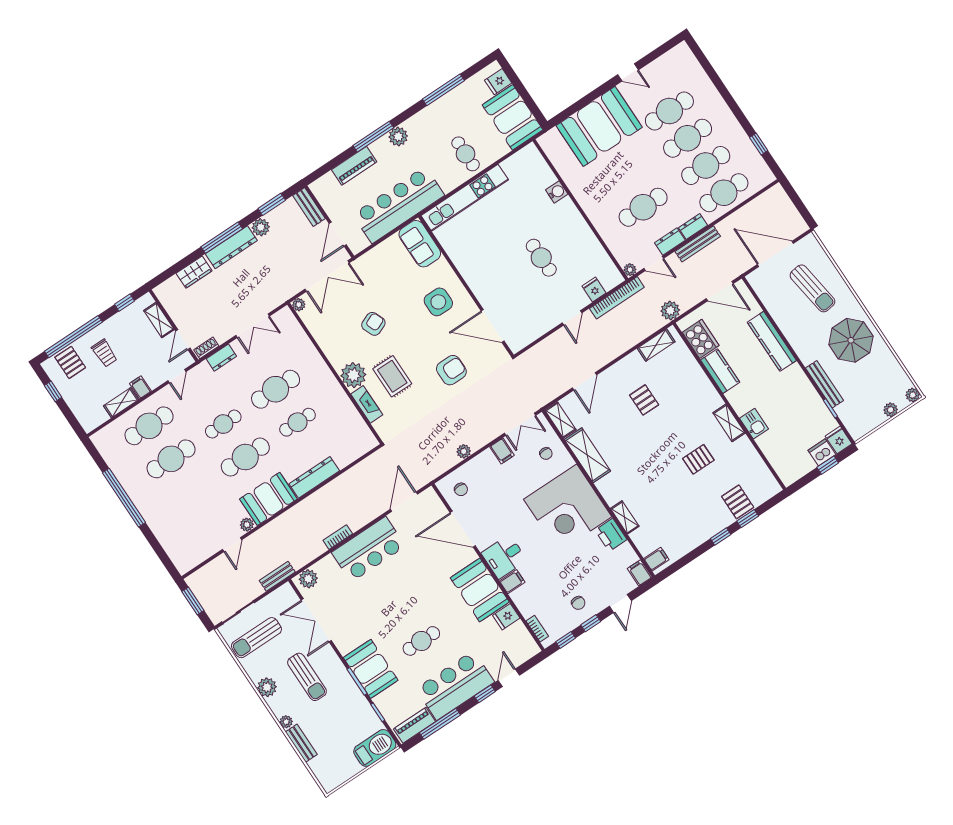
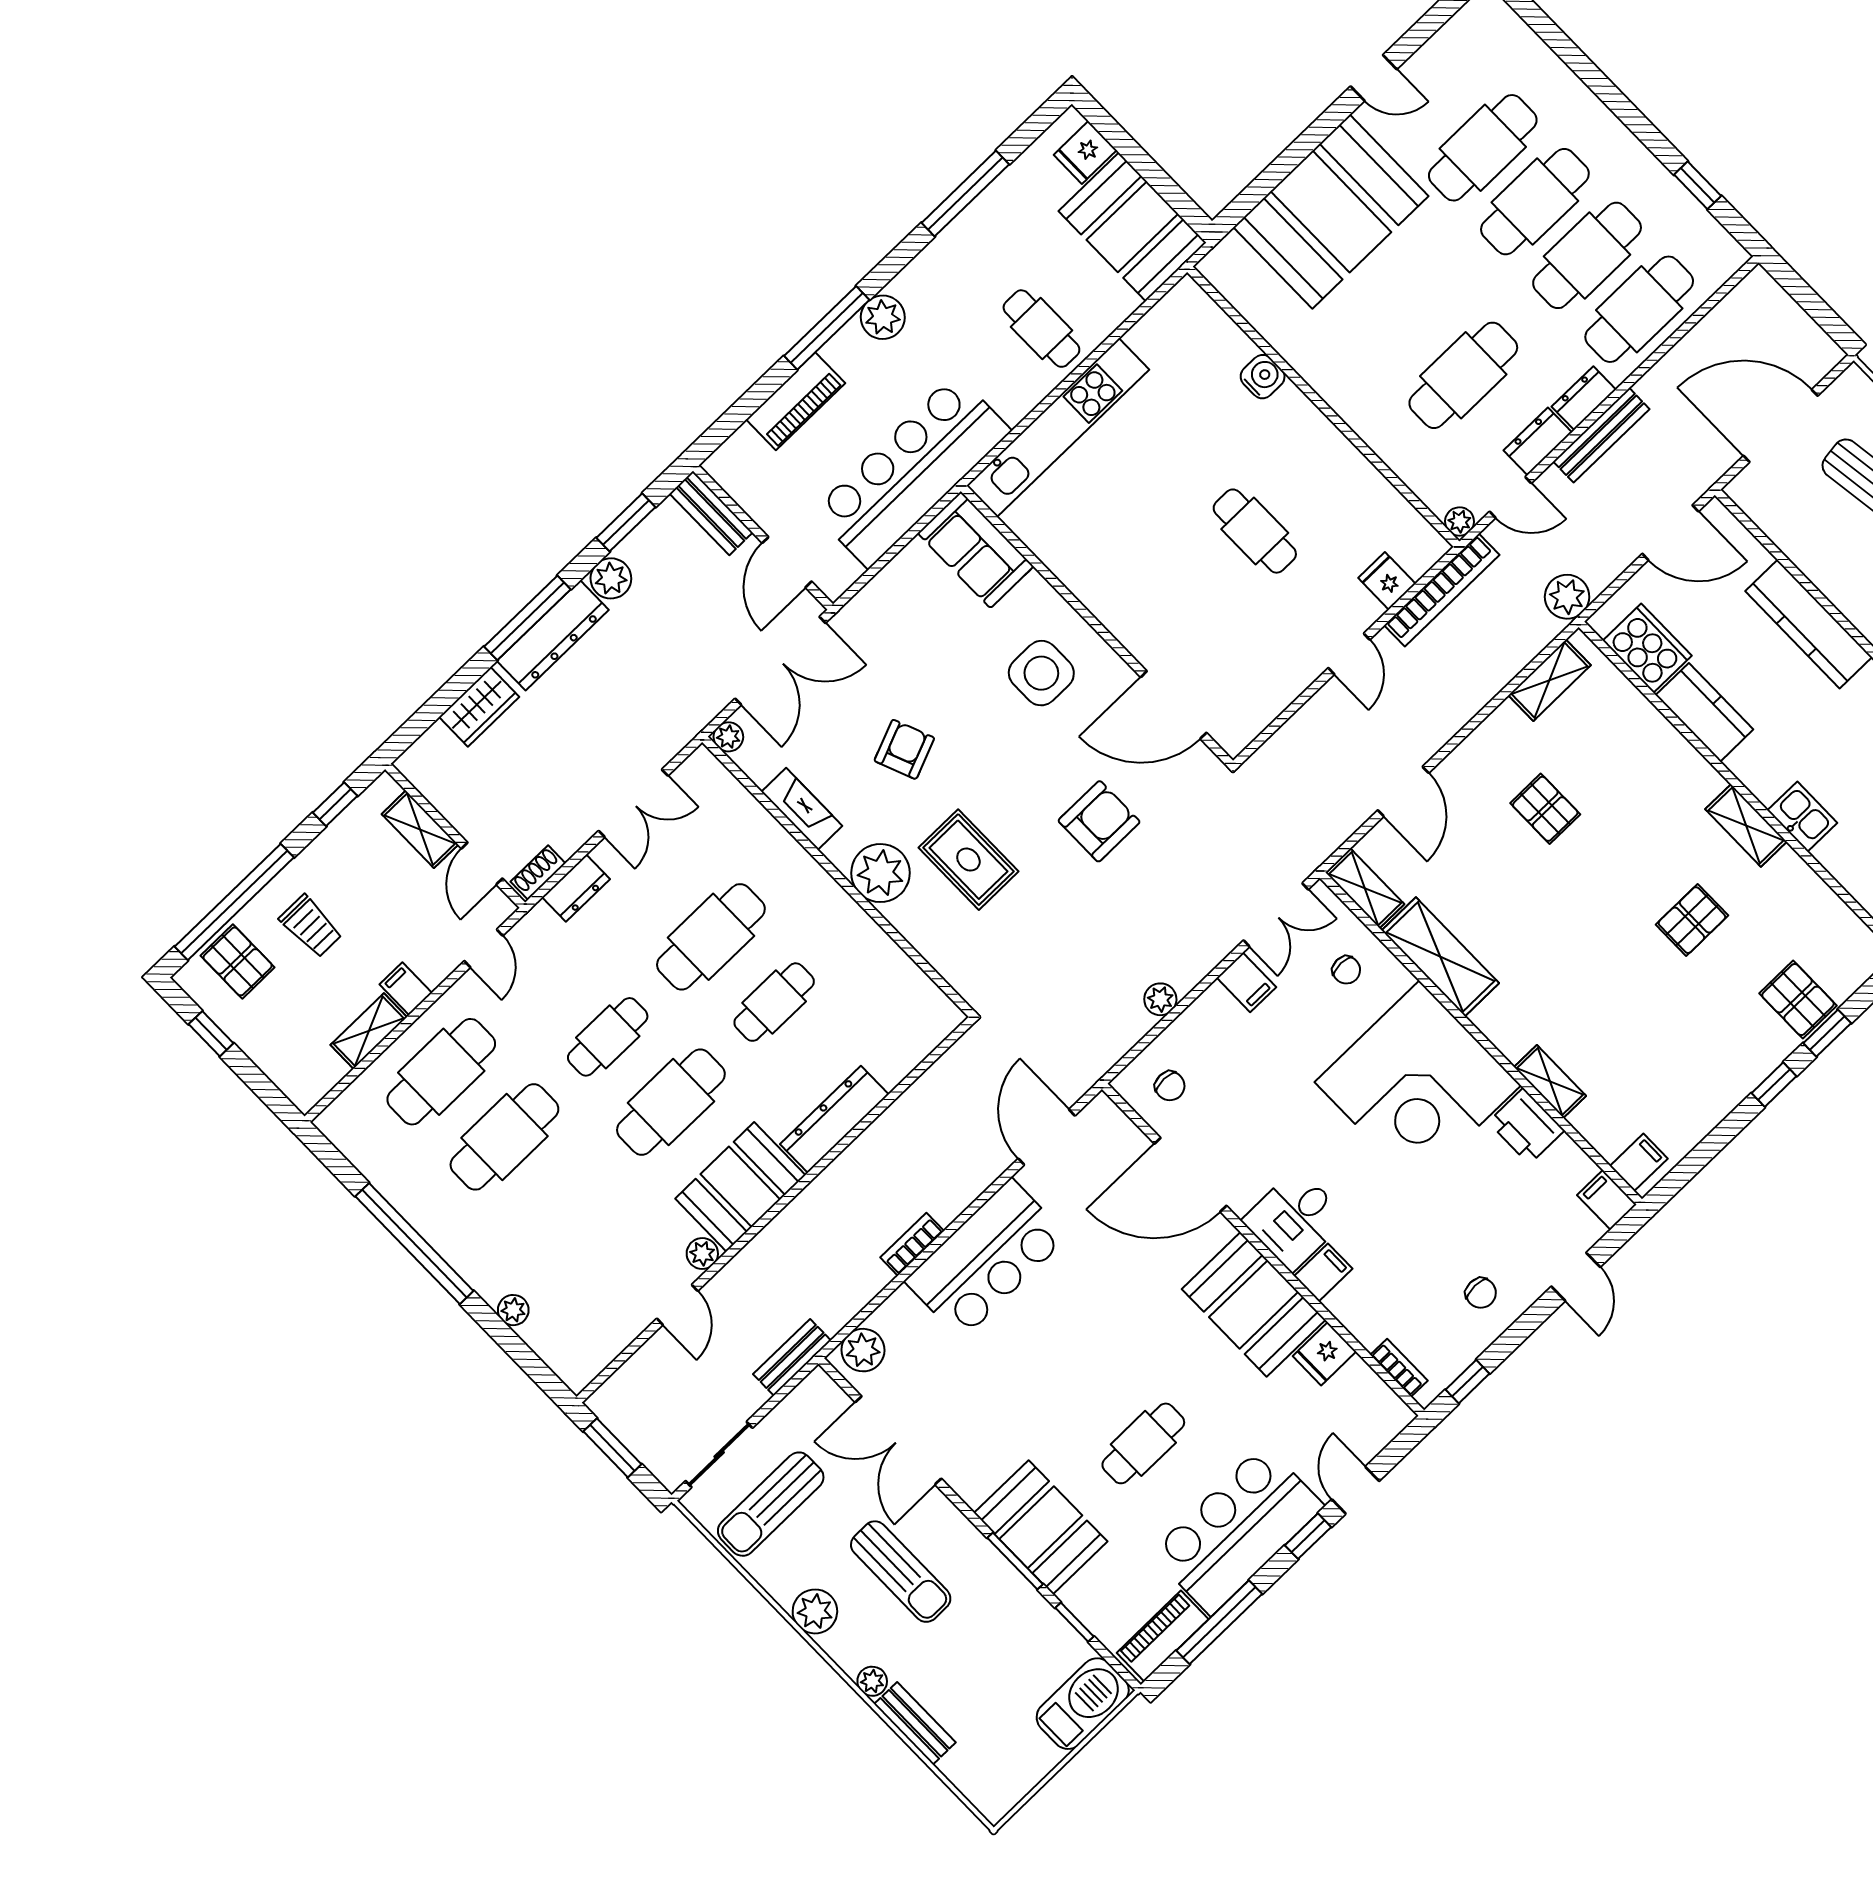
fireplace: (367, 404) -> (802, 809), moved
plant: (161, 534) -> (513, 1310), added
window: (591, 623) -> (1517, 1334), removed

